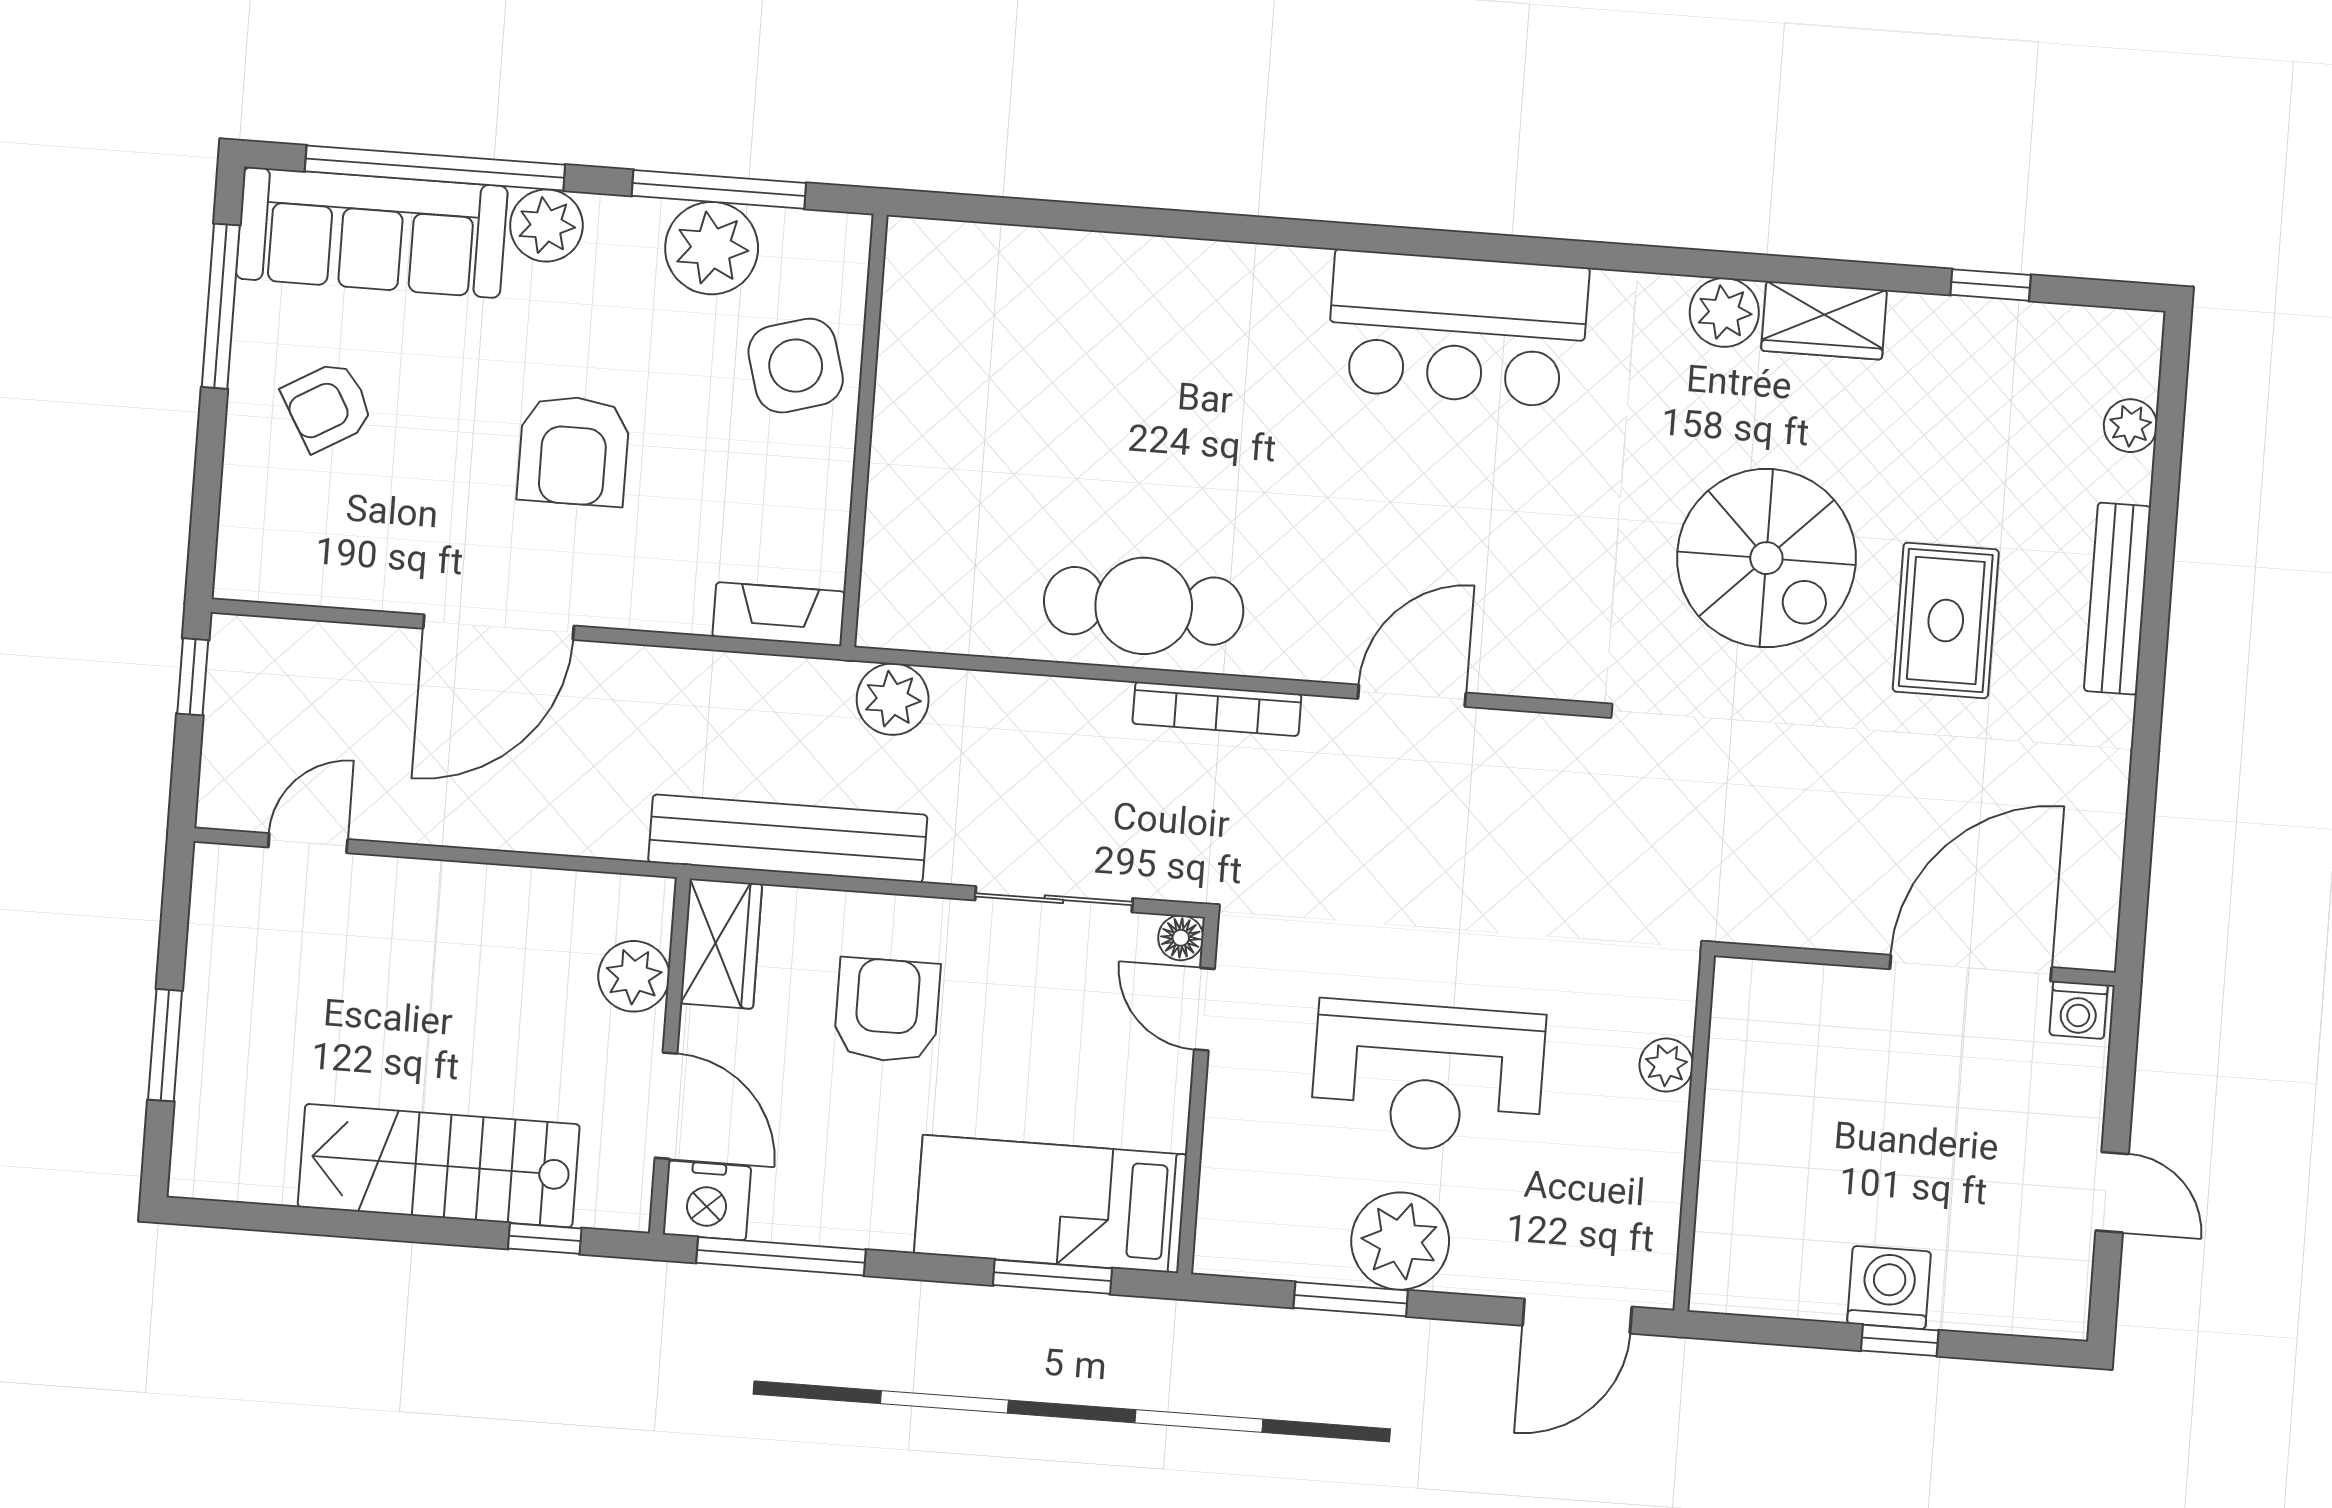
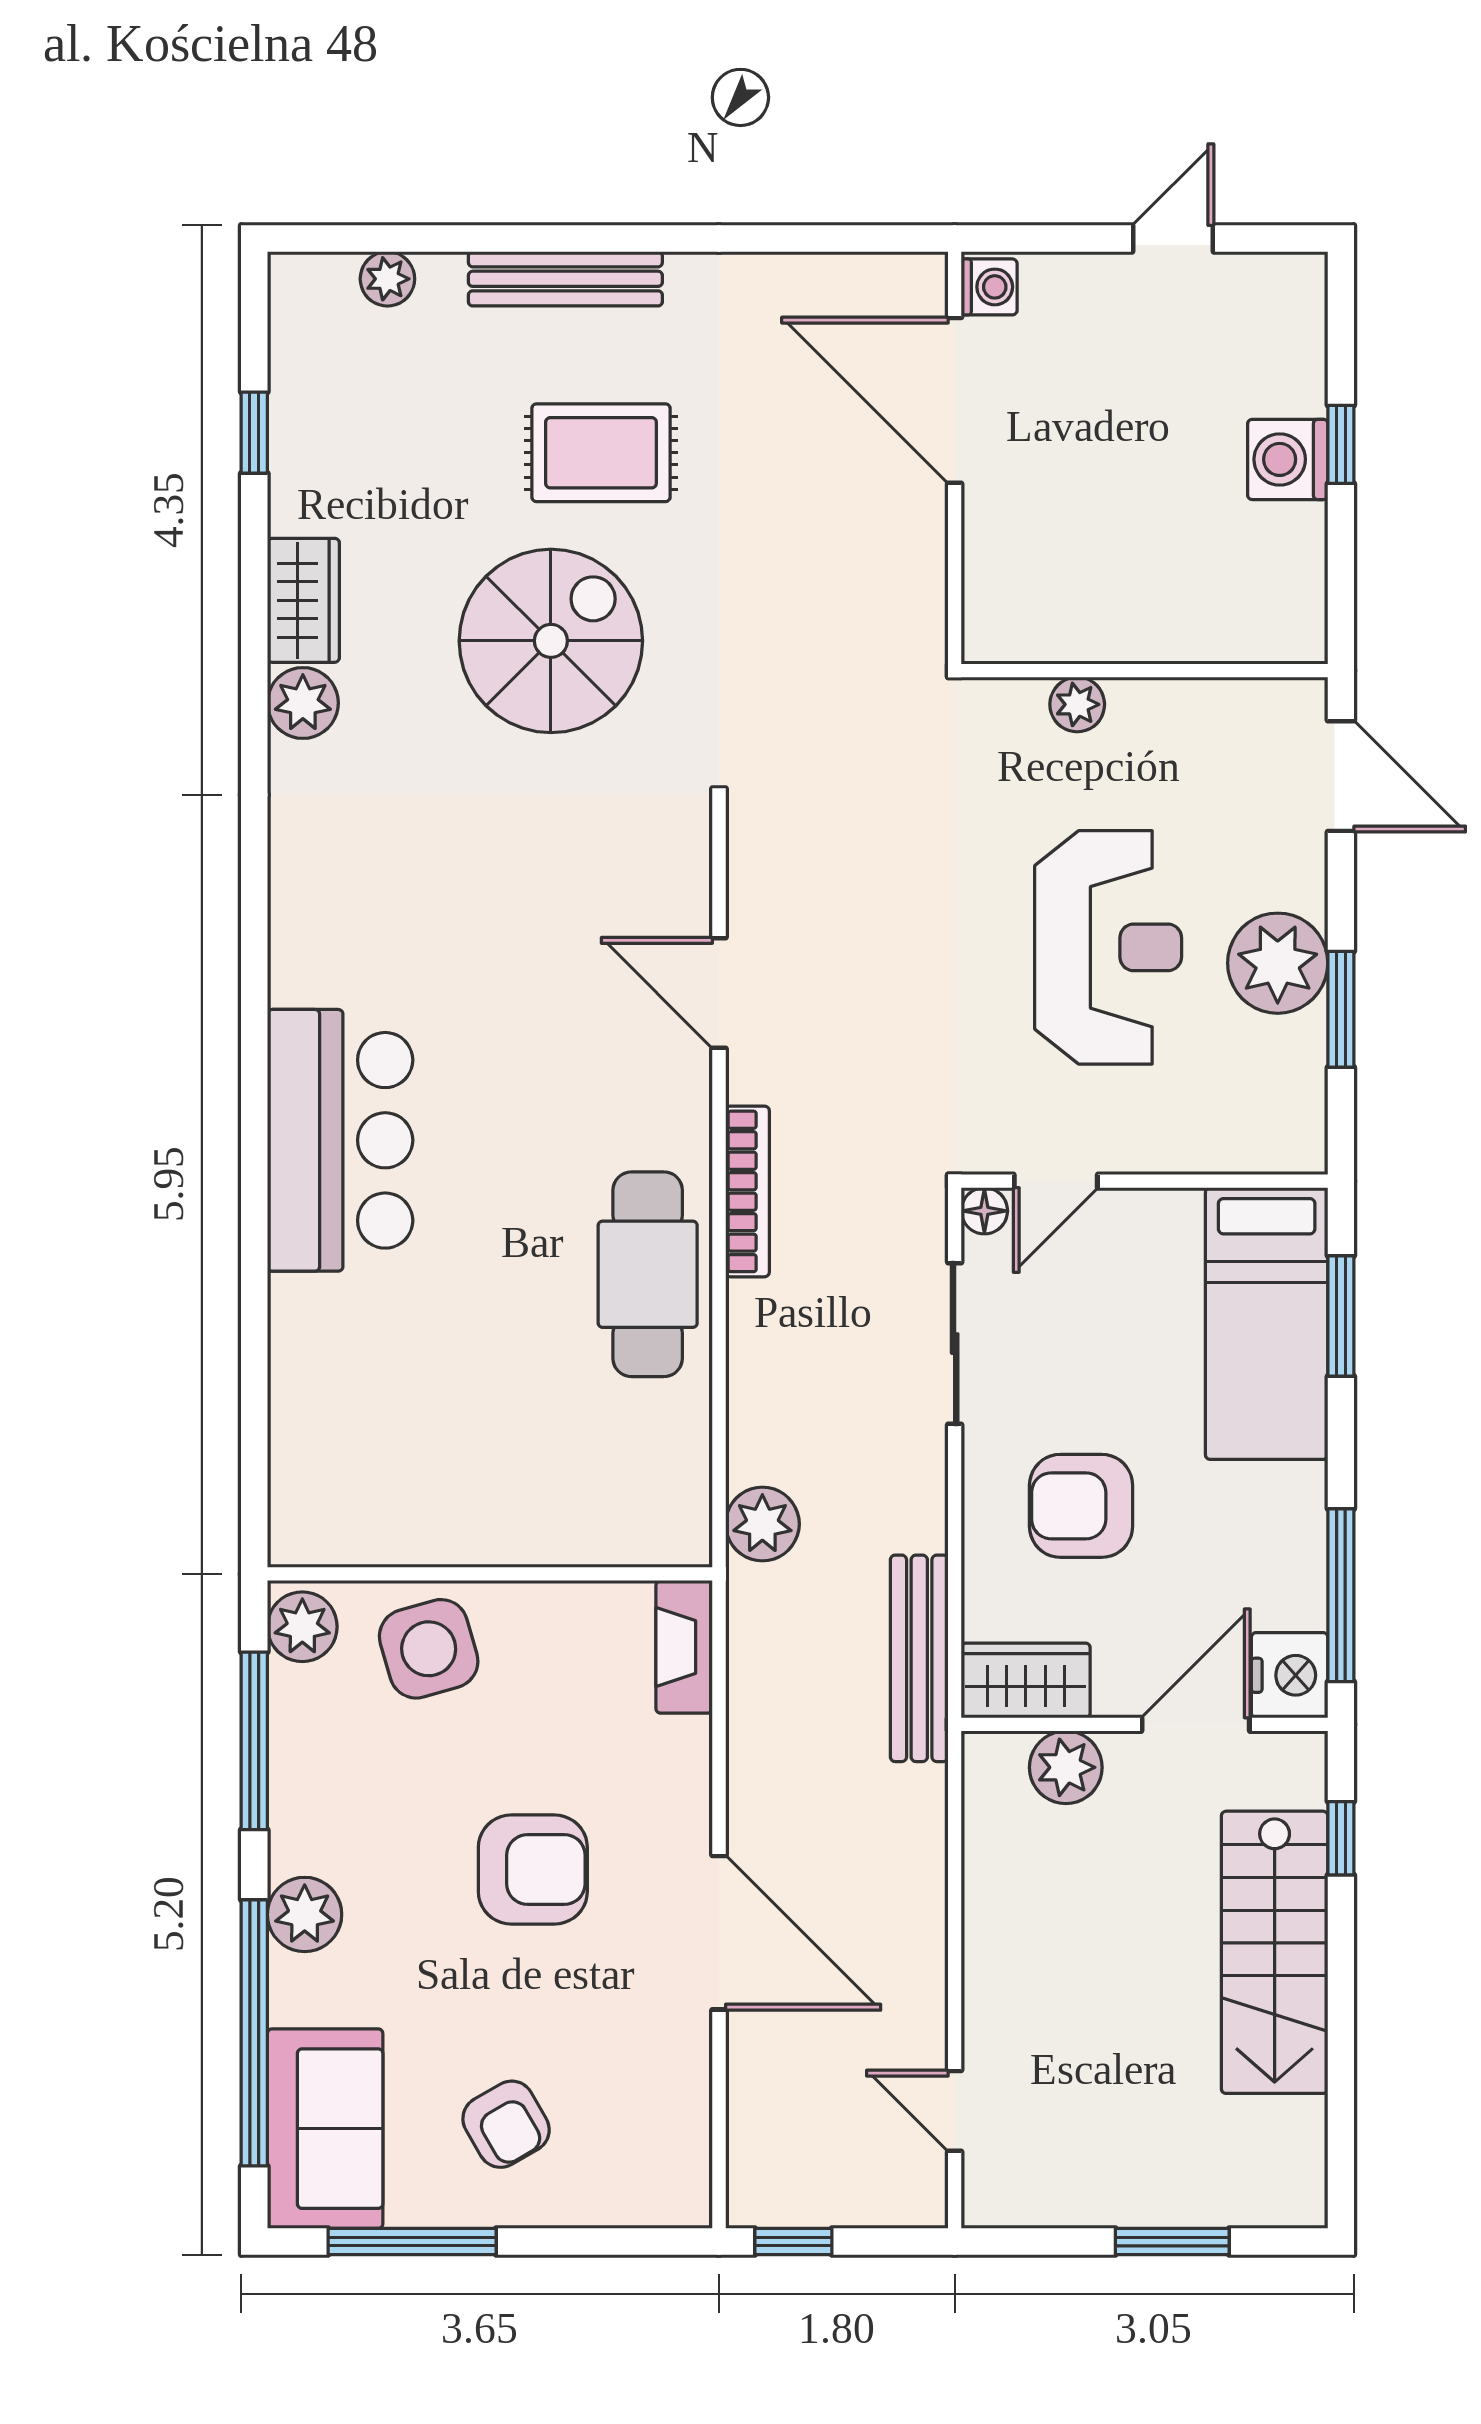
sofa: (372, 232) -> (325, 2129), width x0.73
plant: (712, 248) -> (302, 1627), moved, width x0.73, depth x0.73
bar counter: (1457, 329) -> (340, 1140), moved
bench: (788, 839) -> (919, 1658), width x0.73, depth x0.82

